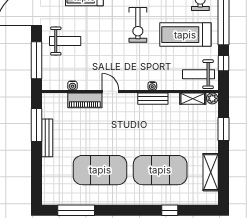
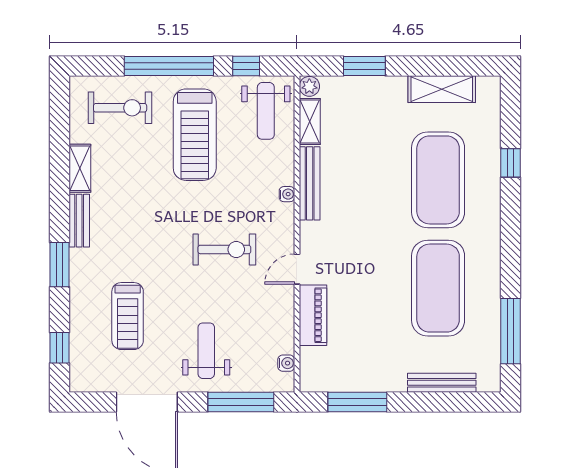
exercise bike: (138, 25) -> (224, 249), moved
water cooler: (72, 86) -> (286, 363), moved
bench: (153, 99) -> (310, 183), width x1.36
bench: (47, 138) -> (442, 383), moved

